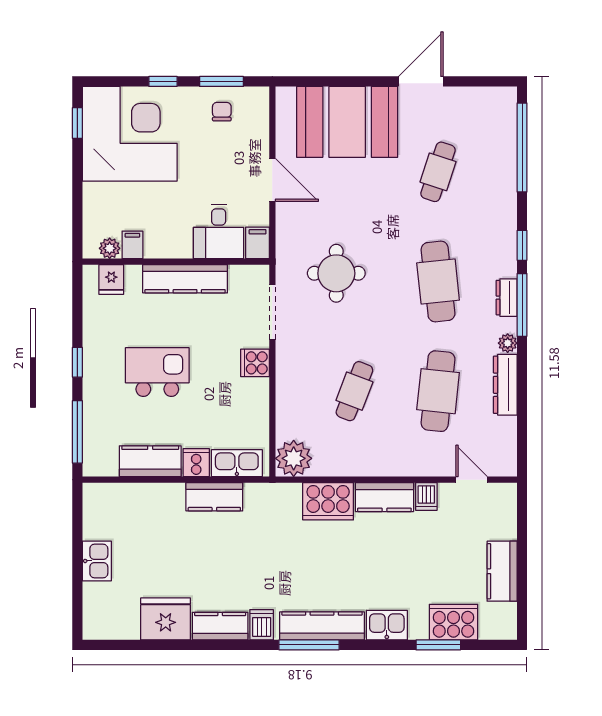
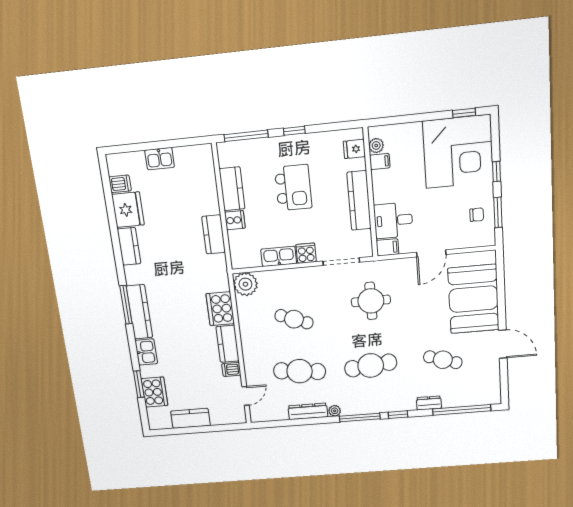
dresser: (507, 298) -> (429, 403), moved
kitchen sink: (237, 463) -> (279, 256), moved, turned -90
dishwasher: (262, 625) -> (120, 184), moved

